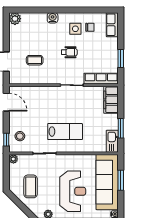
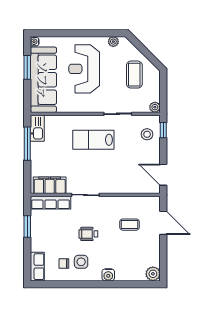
filing cabinet: (111, 100) -> (50, 185), moved, turned -90
window: (121, 128) -> (27, 144), width x1.44
window: (121, 180) -> (27, 67), moved

